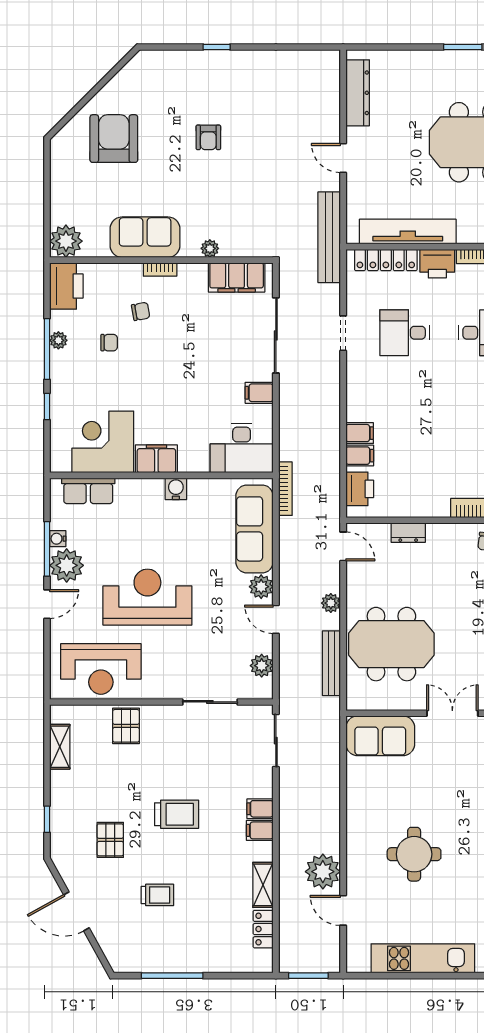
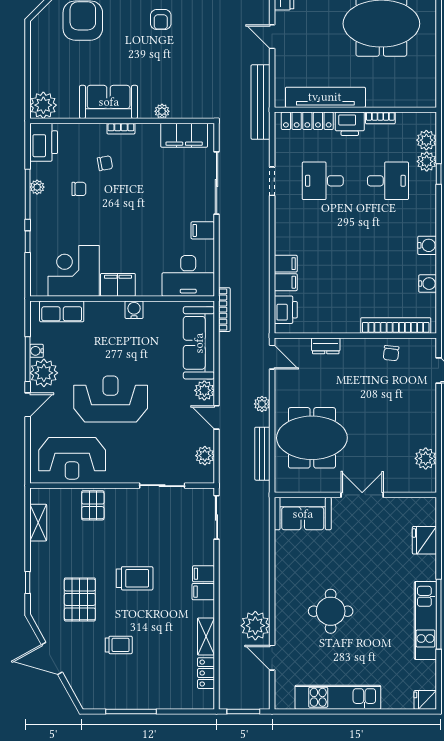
pallet: (110, 840) -> (80, 599), width x1.50, depth x1.42

